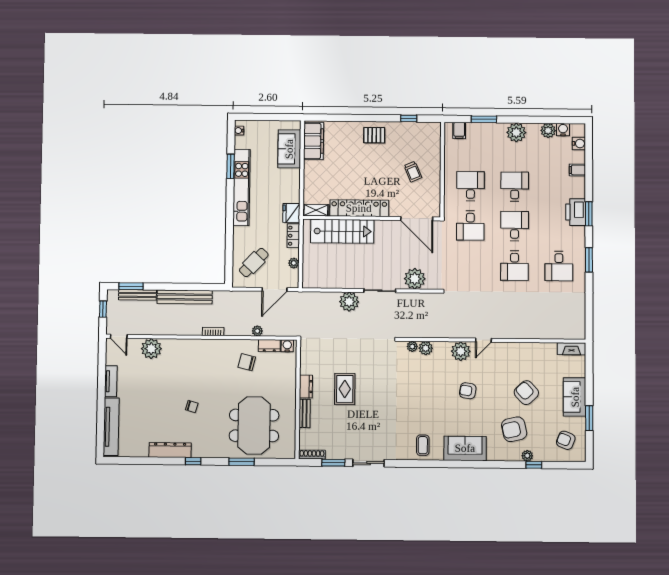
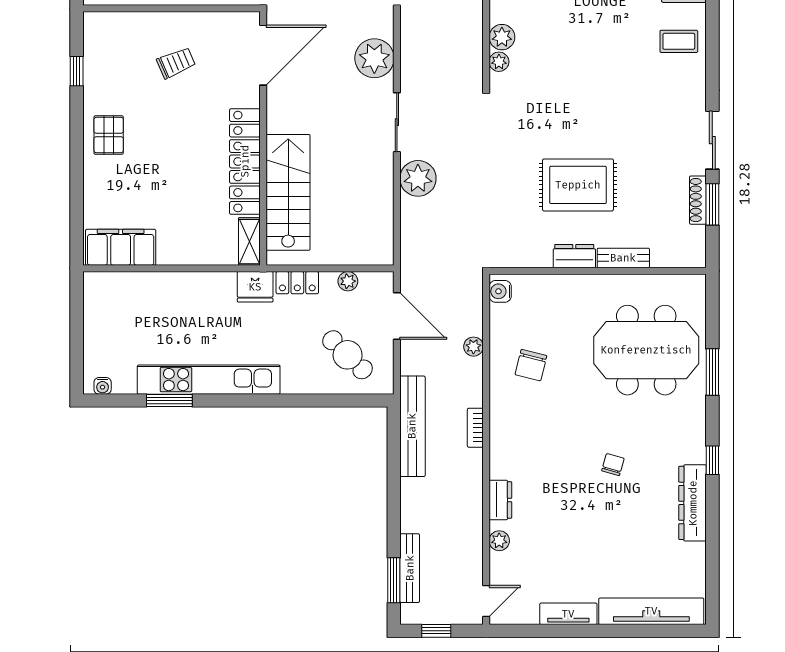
sofa: (289, 149) -> (136, 292), removed
bench: (185, 297) -> (412, 426), moved
dresser: (269, 346) -> (500, 500), moved
plant: (151, 349) -> (499, 541), width x0.53, depth x0.53
rug: (345, 389) -> (578, 185), width x1.36, depth x1.43
shoe rack: (312, 455) -> (698, 200), moved

